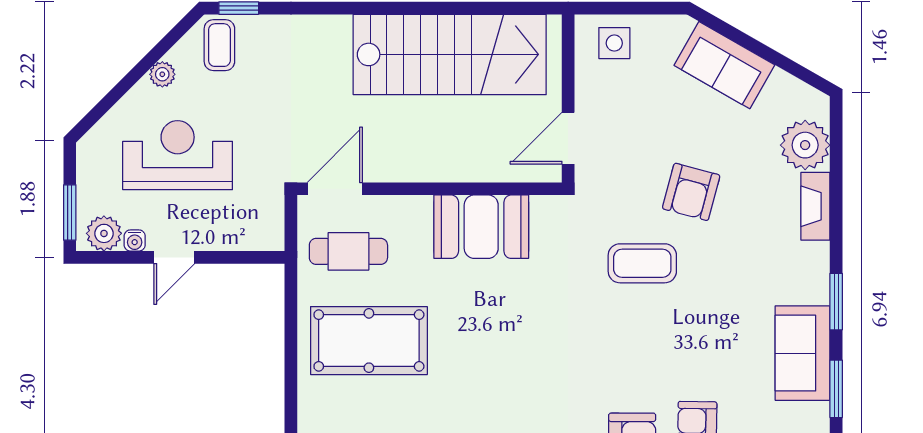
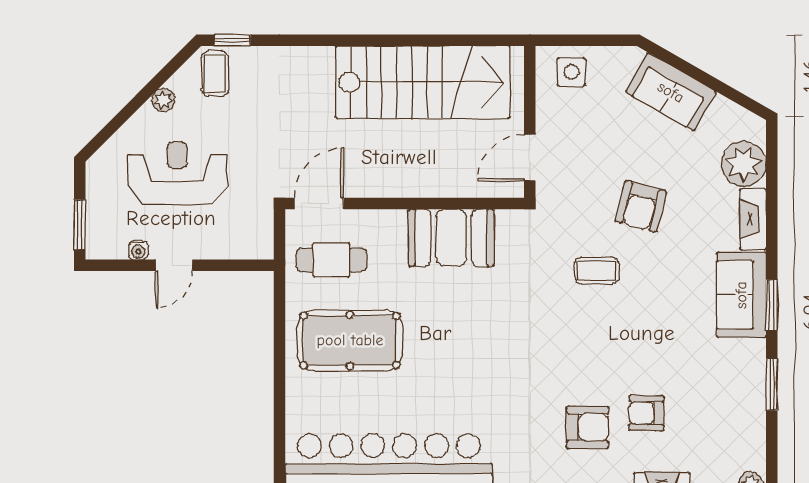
plant: (104, 233) -> (111, 244), removed
coffee table: (642, 263) -> (597, 271), width x0.73, depth x0.77
sofa: (803, 353) -> (741, 295), moved

